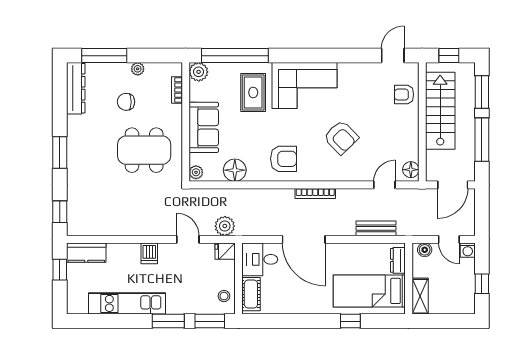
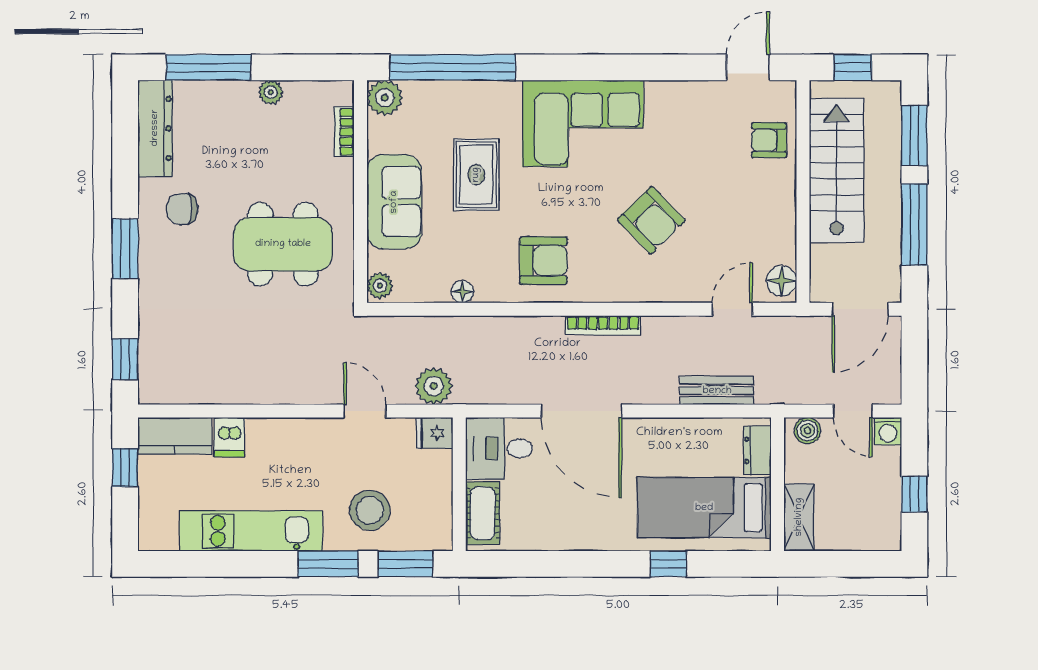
rug: (253, 92) -> (476, 175), moved
chair: (126, 102) -> (182, 209), moved
floor lamp: (235, 170) -> (462, 292), width x0.53, depth x0.53
dishwasher: (149, 253) -> (229, 437), moved
stool: (224, 296) -> (370, 510), moved, width x1.89, depth x1.89

